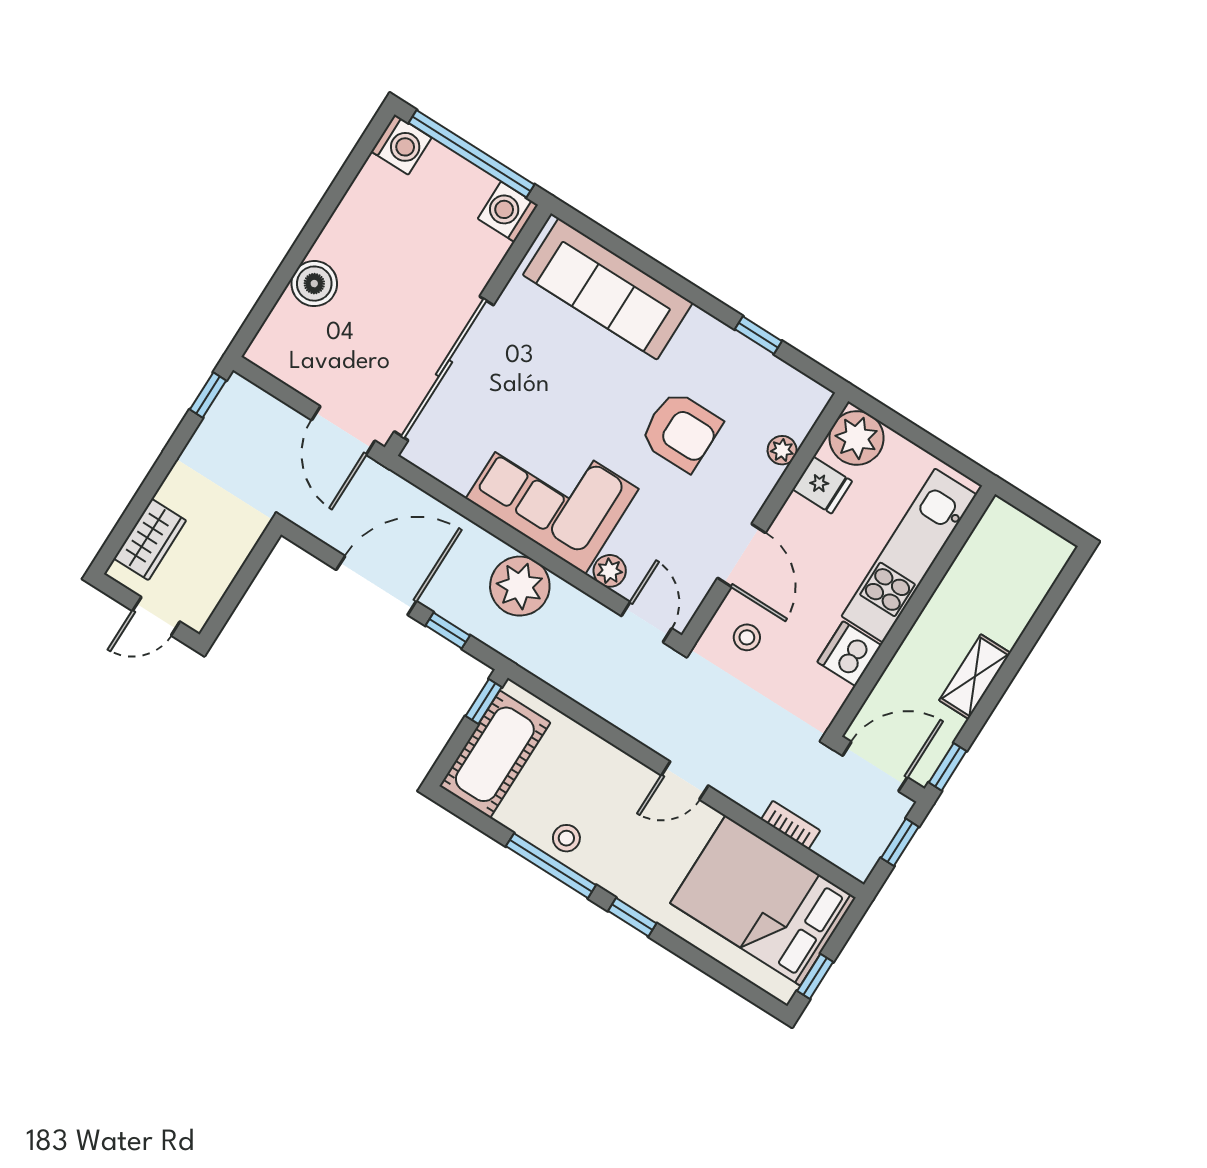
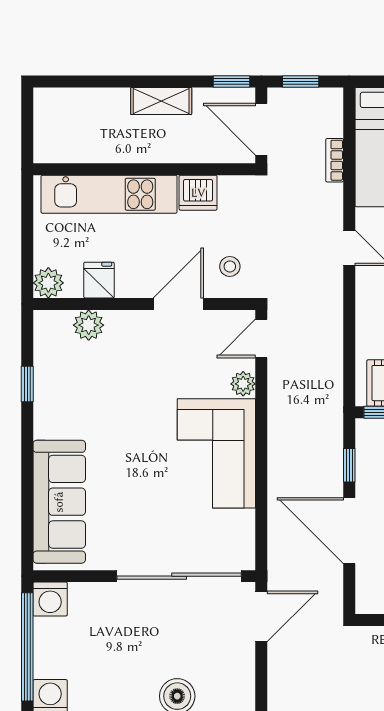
armchair: (681, 431) -> (122, 395), removed
plant: (857, 438) -> (48, 283), width x0.73, depth x0.73
plant: (782, 450) -> (89, 325), width x1.38, depth x1.38
plant: (520, 586) -> (290, 436), removed

